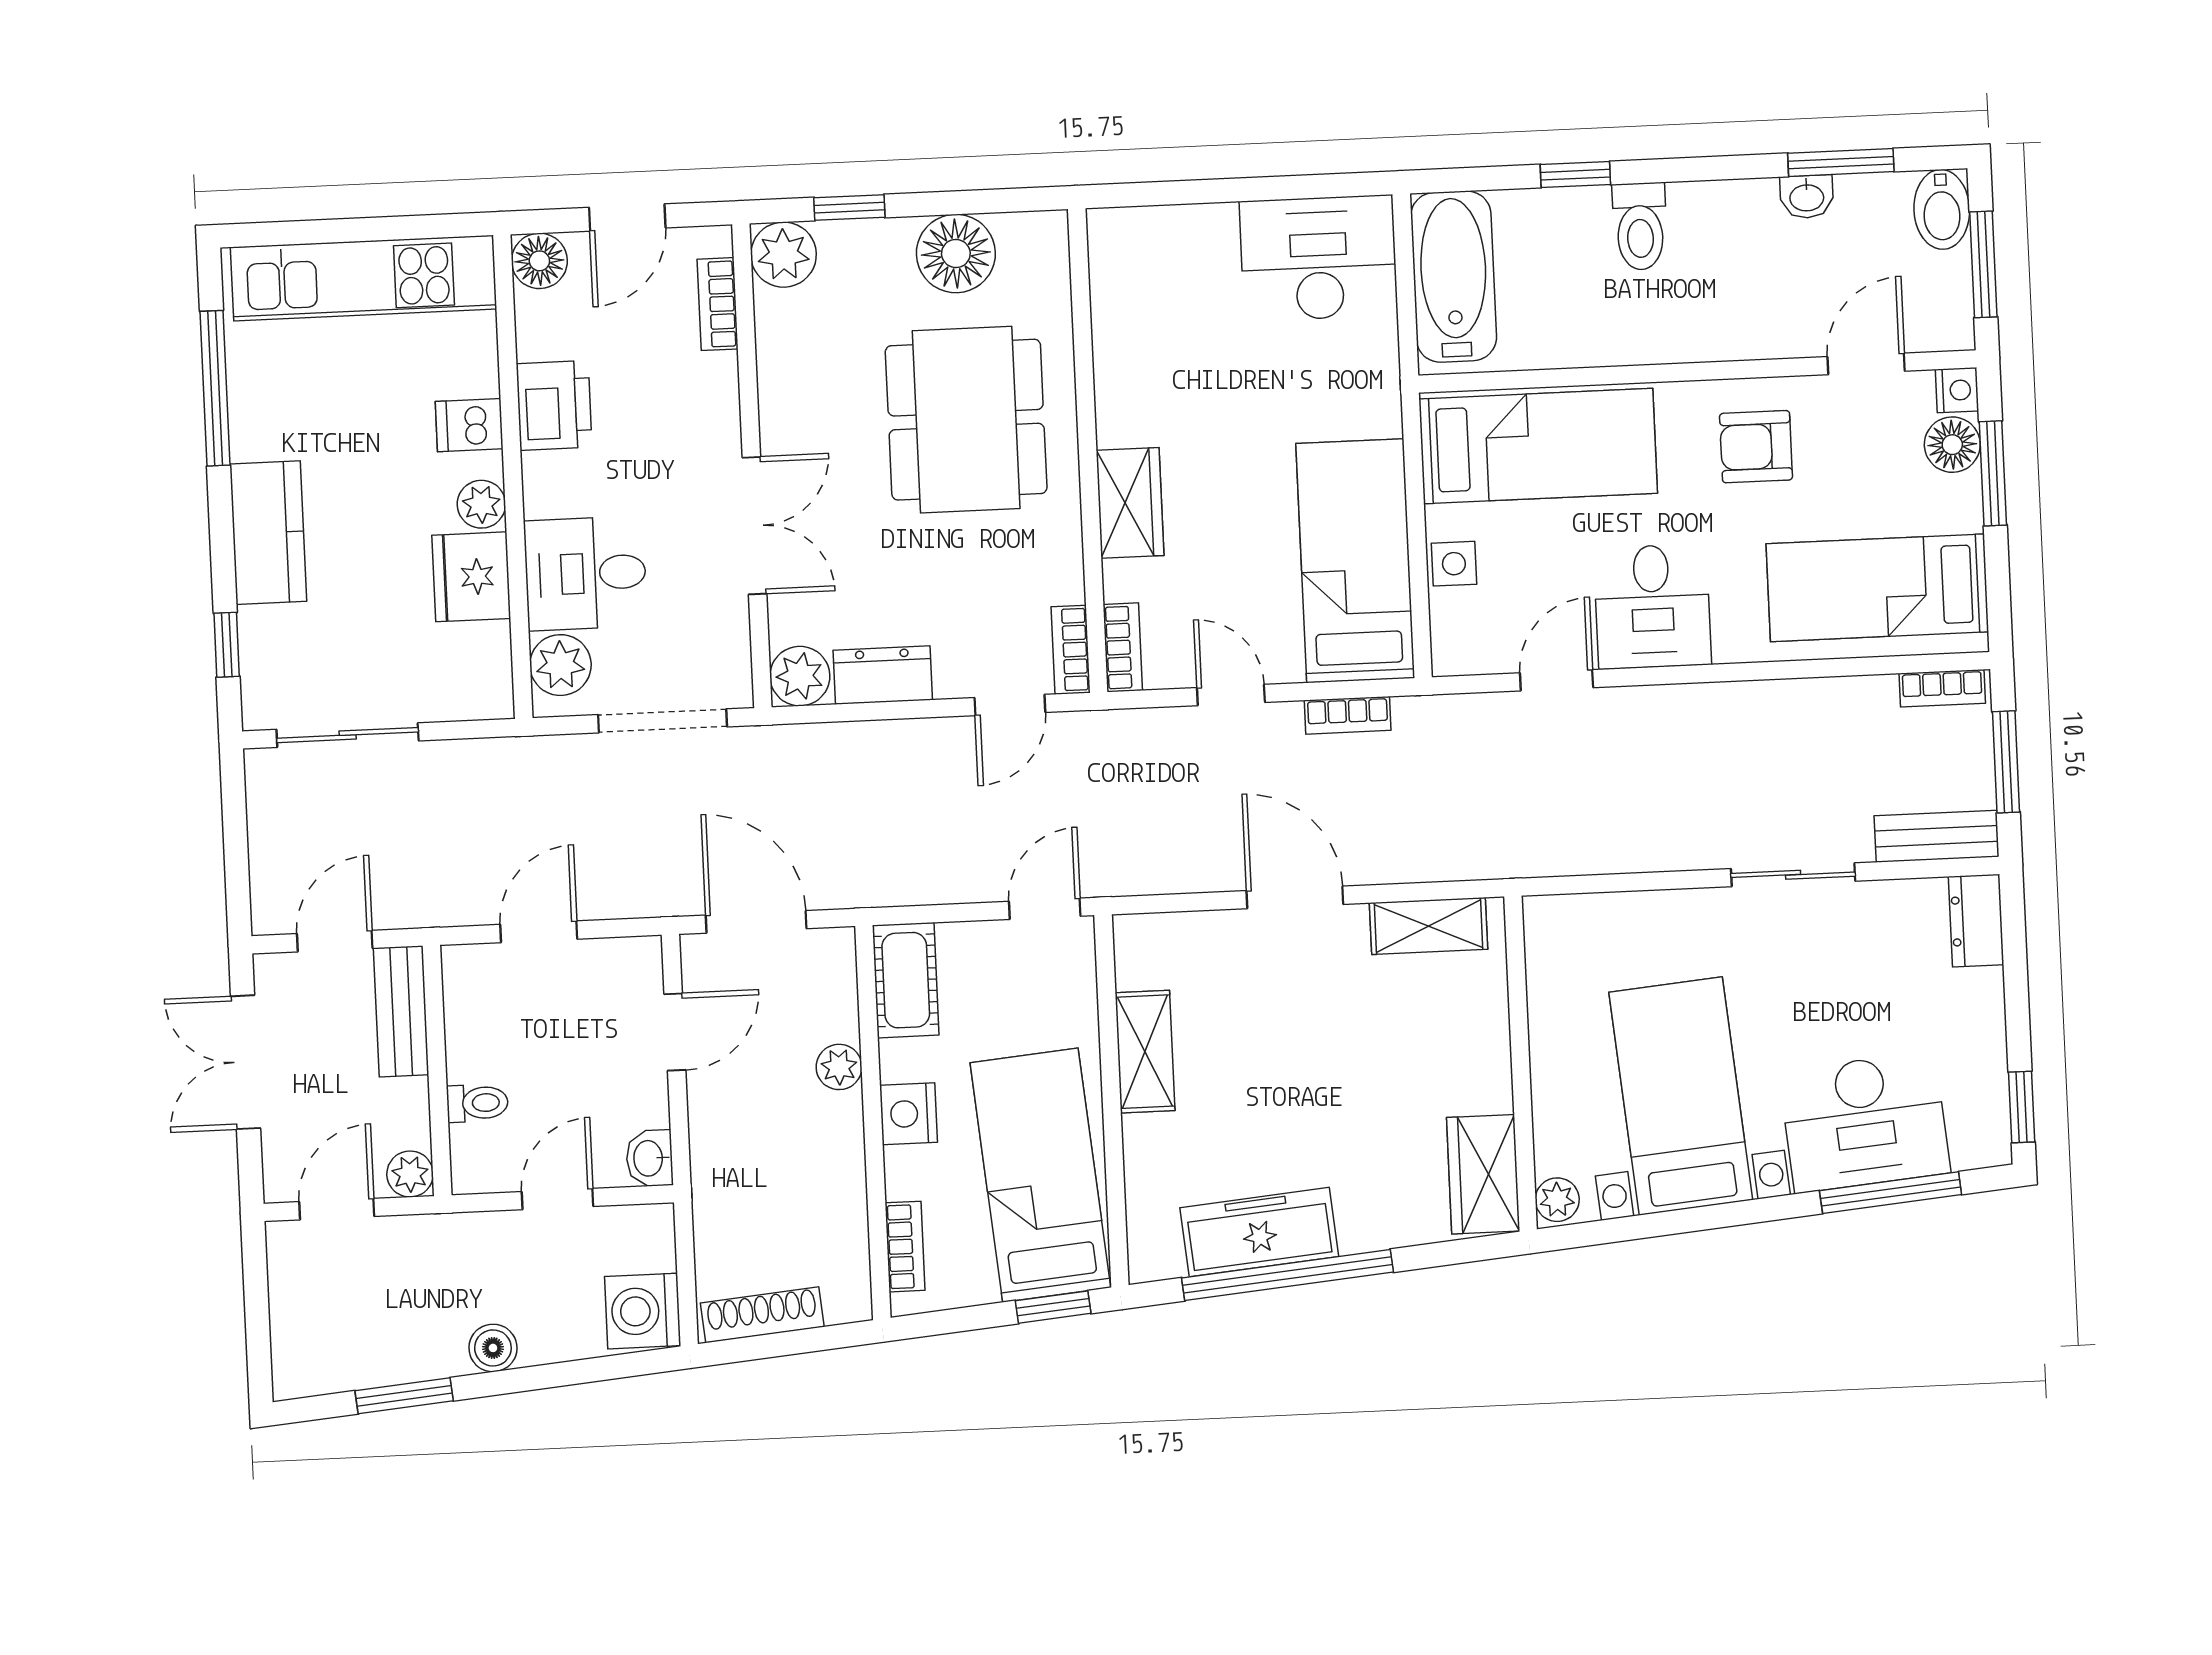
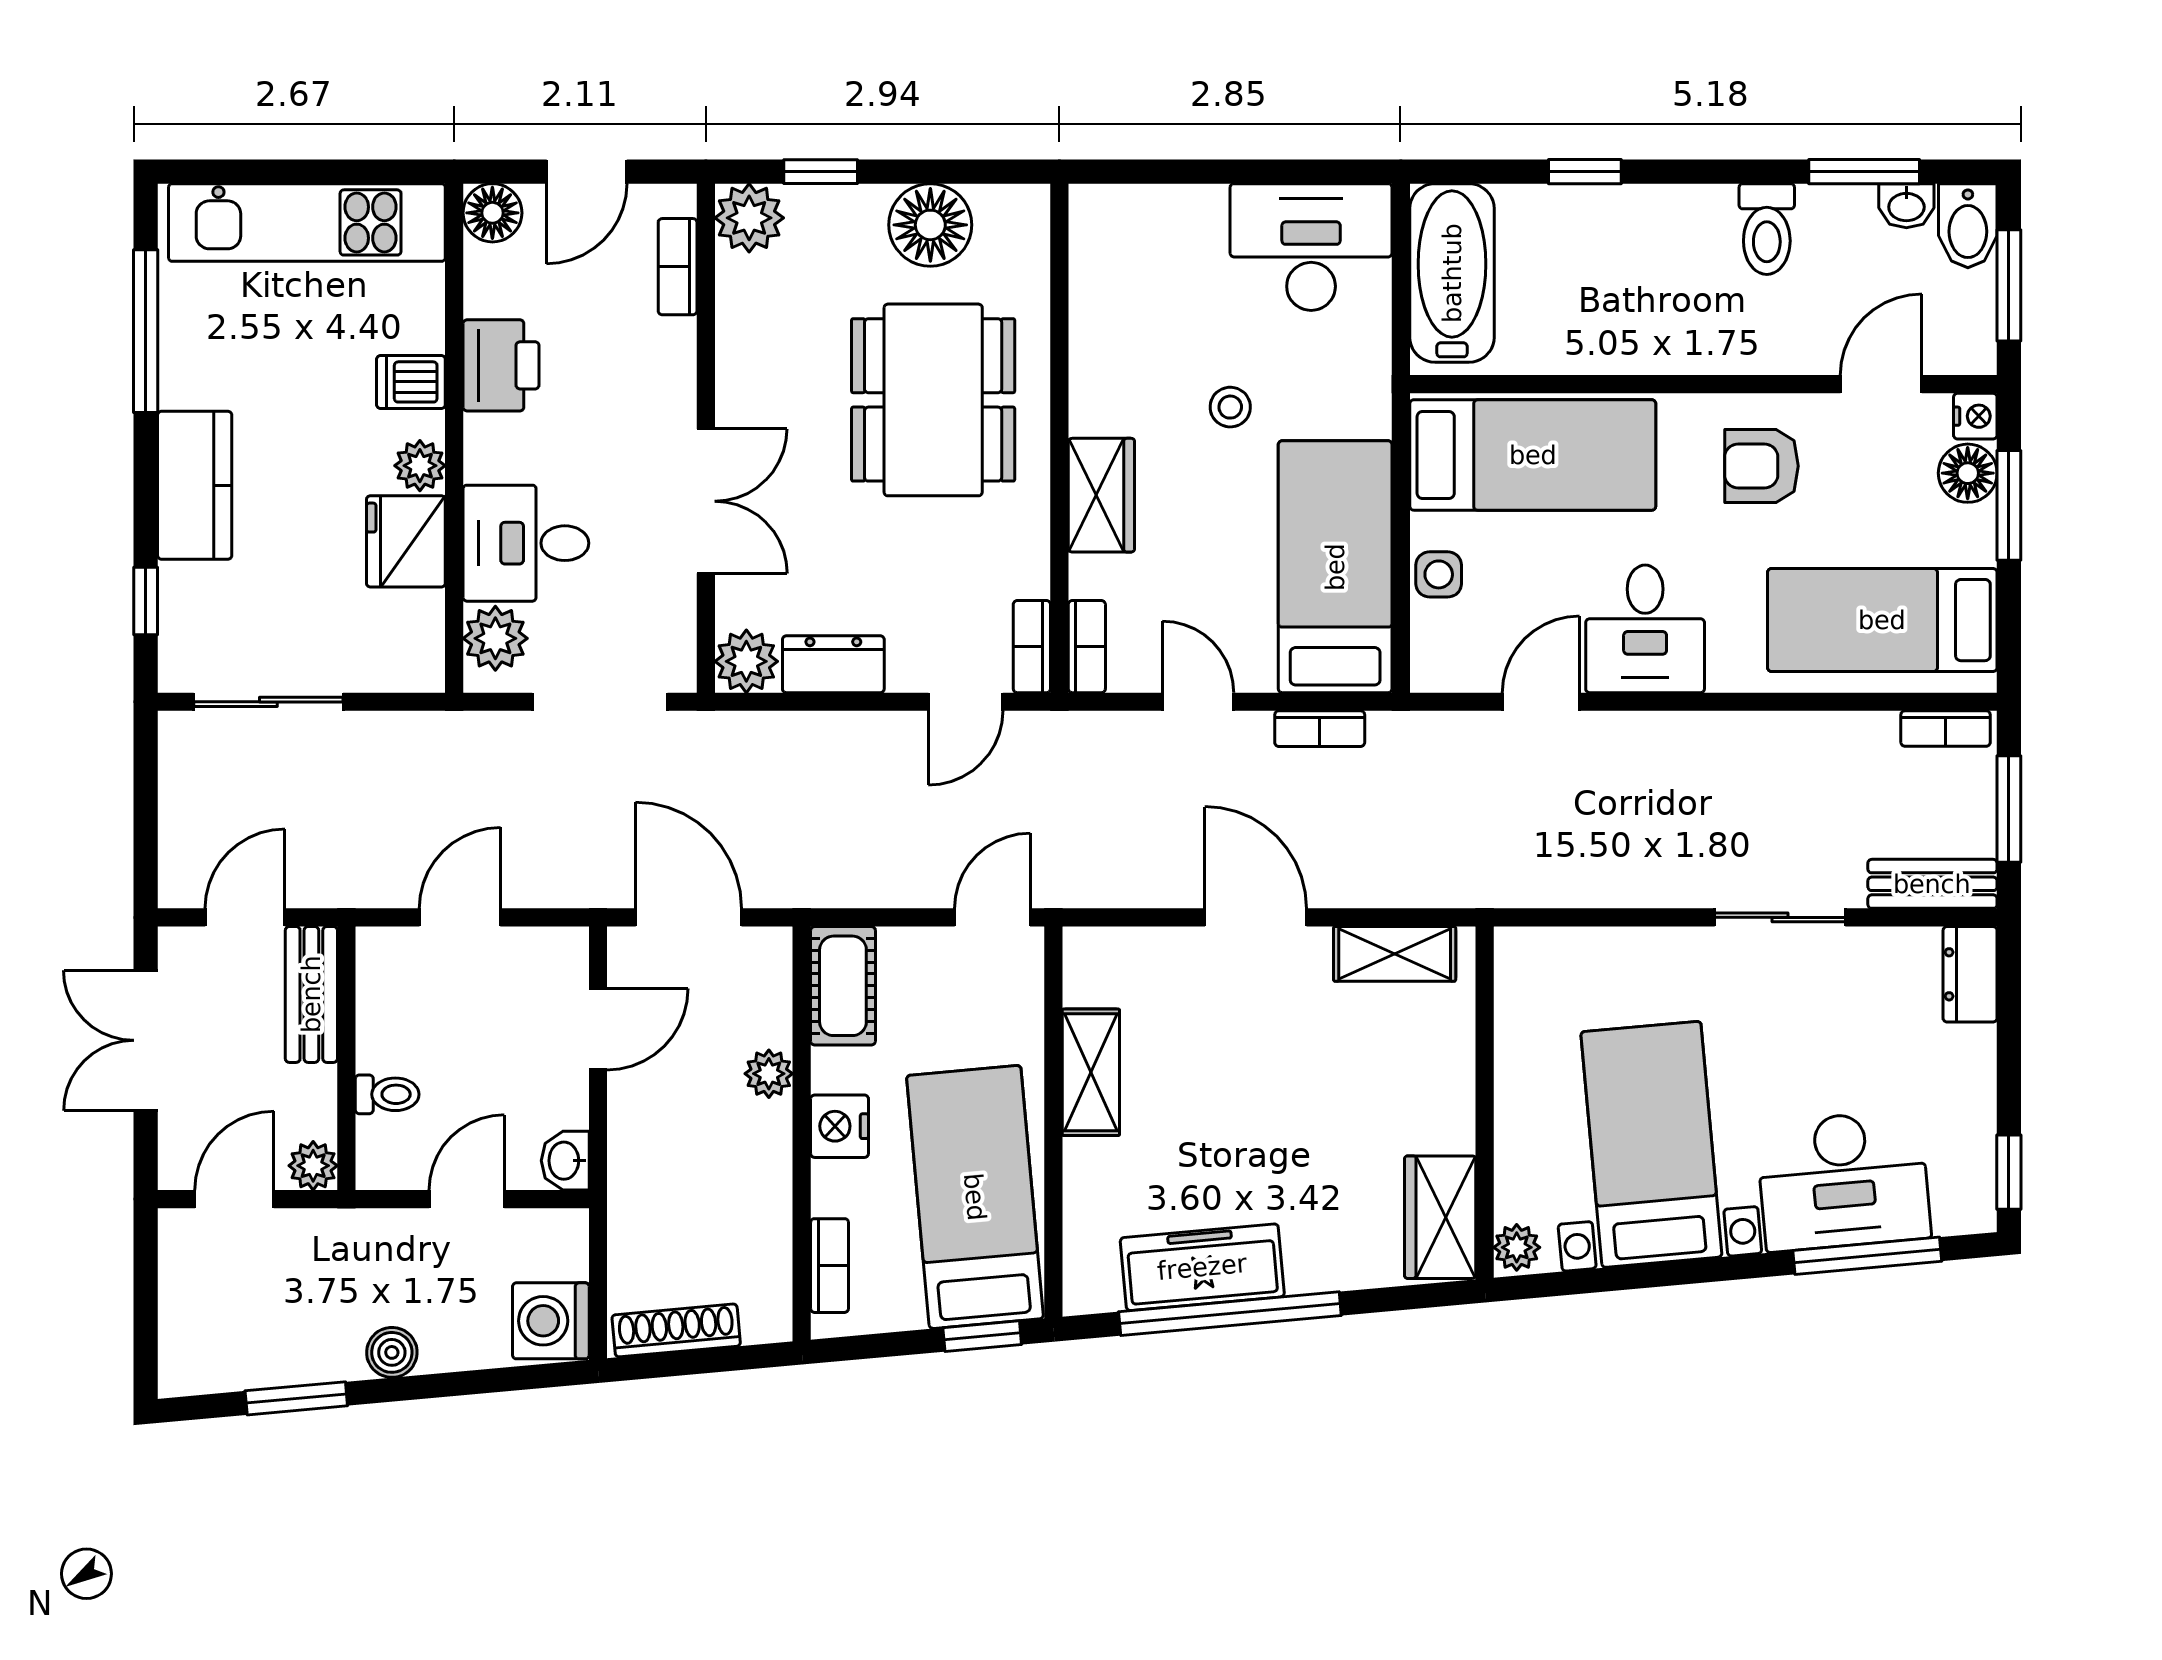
washbasin: (1807, 197) -> (1906, 206), moved
toilet: (1640, 226) -> (1767, 229), moved
stool: (1249, 414) -> (1230, 407), added

